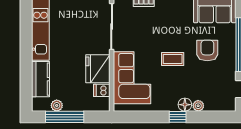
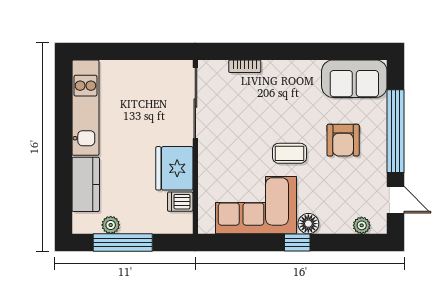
armchair: (207, 50) -> (343, 140), turned 180
corner sofa: (132, 78) -> (256, 205), moved, turned -90
plant: (198, 106) -> (362, 225), moved

